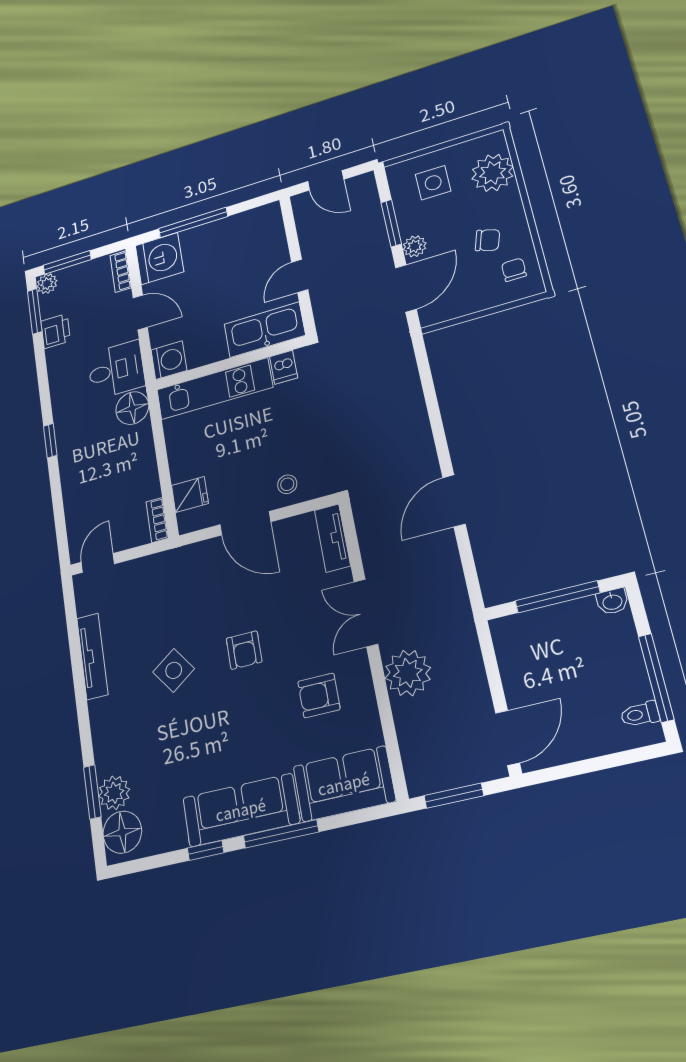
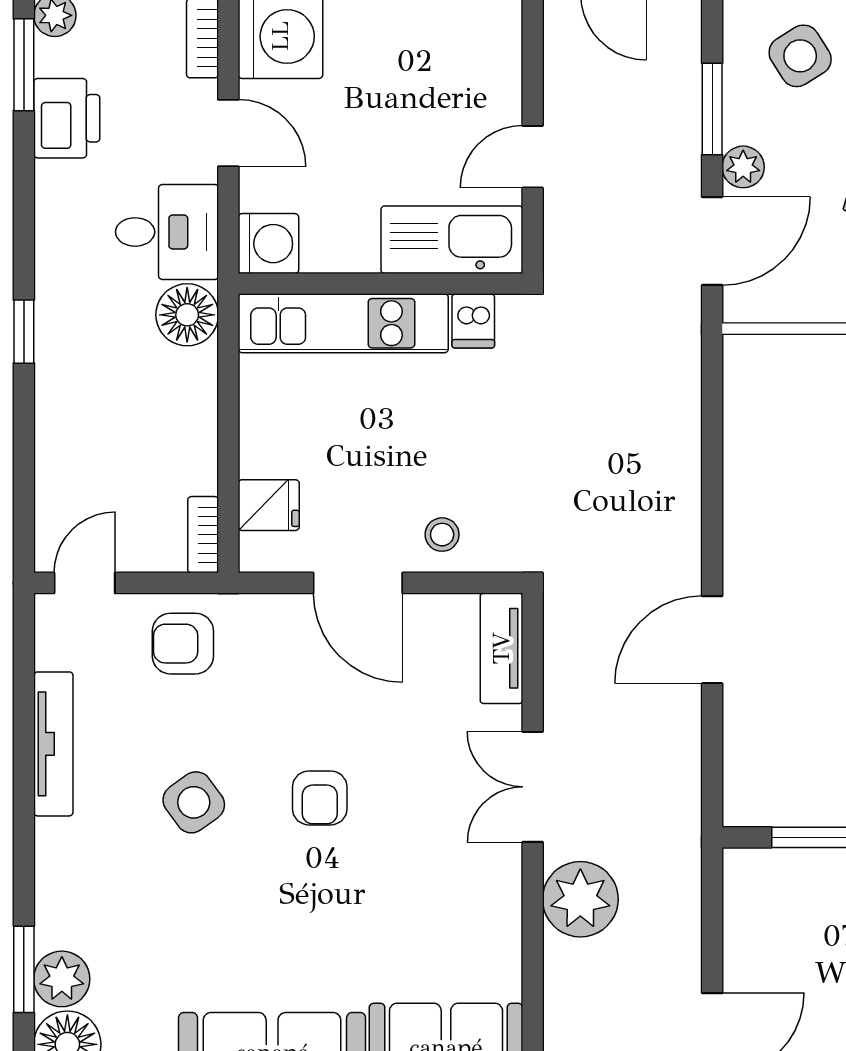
side table: (433, 183) -> (800, 56), turned -32
printer: (56, 331) -> (67, 118), width x1.36, depth x1.24
armchair: (319, 695) -> (183, 644), moved

